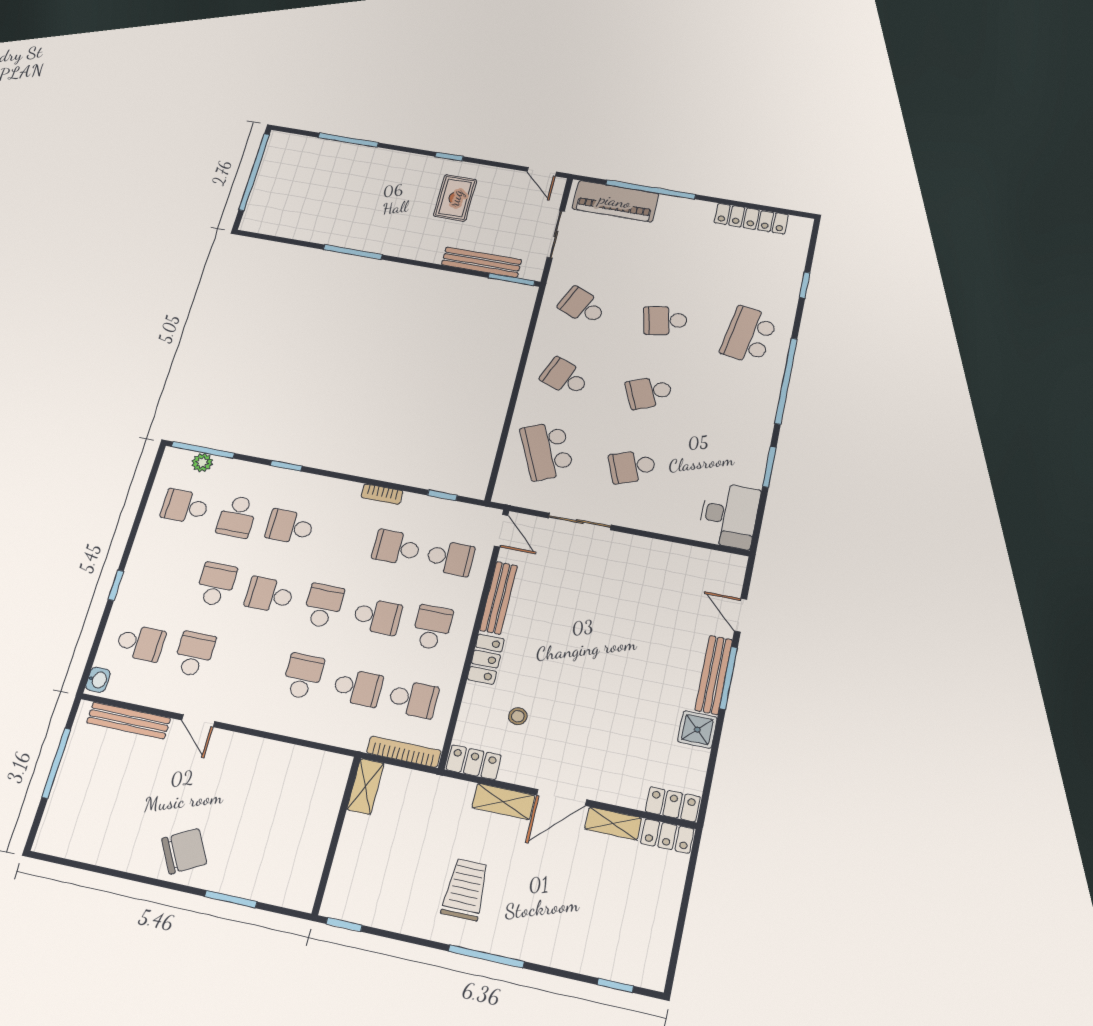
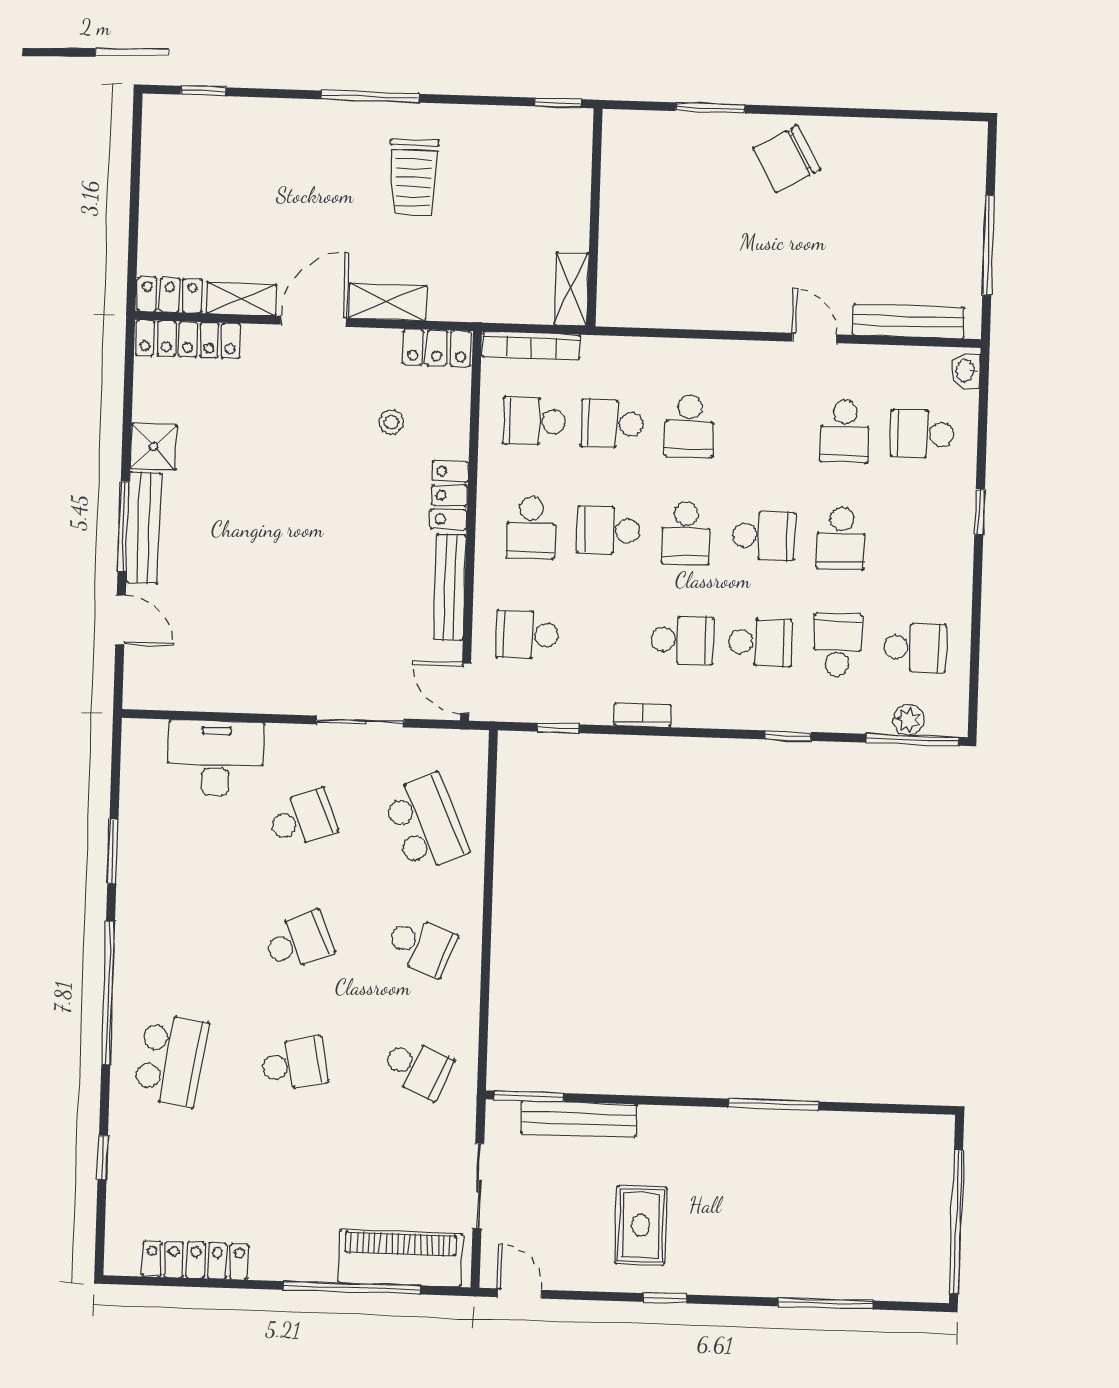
desk: (729, 515) -> (216, 759), moved, turned 90
school desk: (396, 548) -> (682, 640), moved
locker: (673, 804) -> (188, 339), width x1.53

